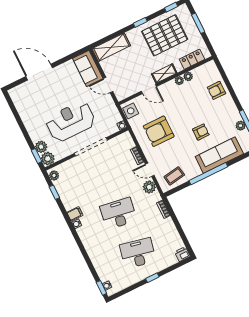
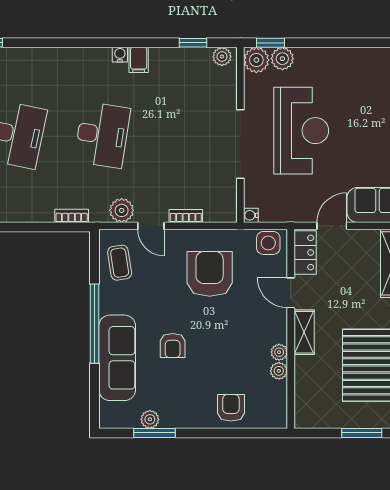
locker: (192, 59) -> (305, 253), moved
door: (149, 89) -> (291, 293), hinge flipped
door: (150, 170) -> (151, 226), swing flipped

